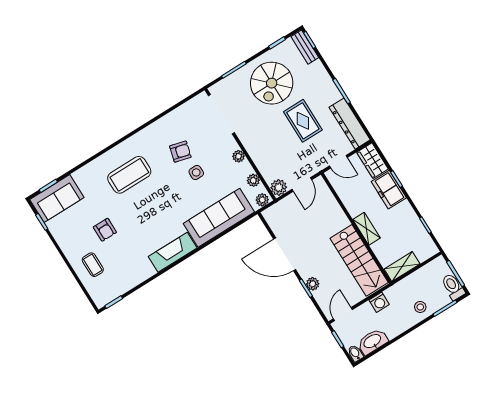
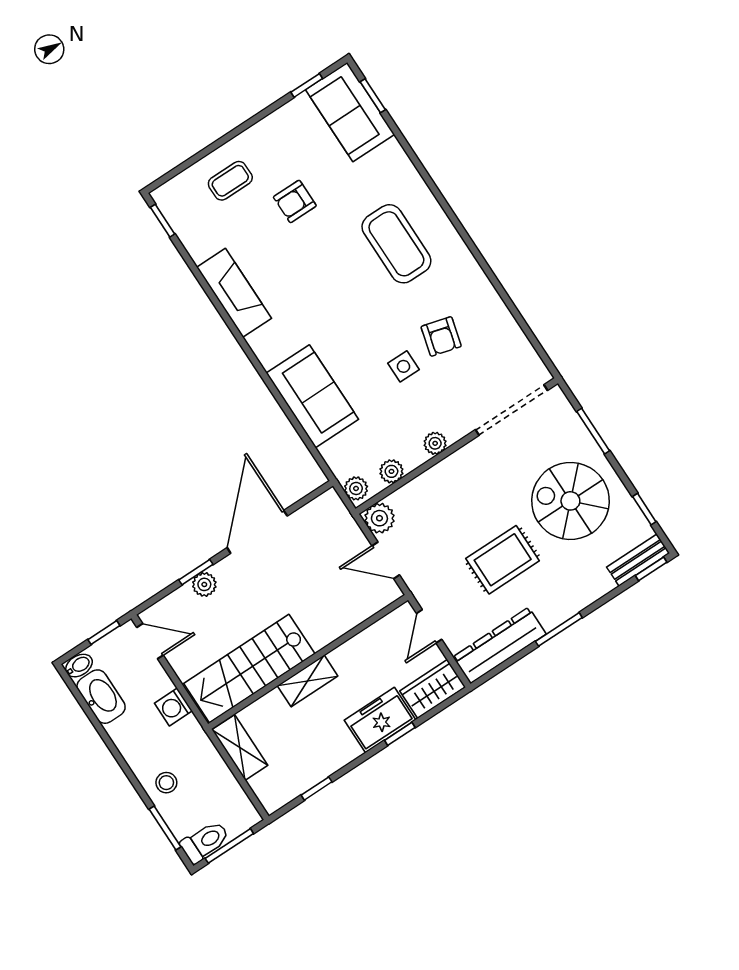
sofa: (219, 218) -> (312, 396), width x0.73
fireplace: (173, 252) -> (234, 293), moved

